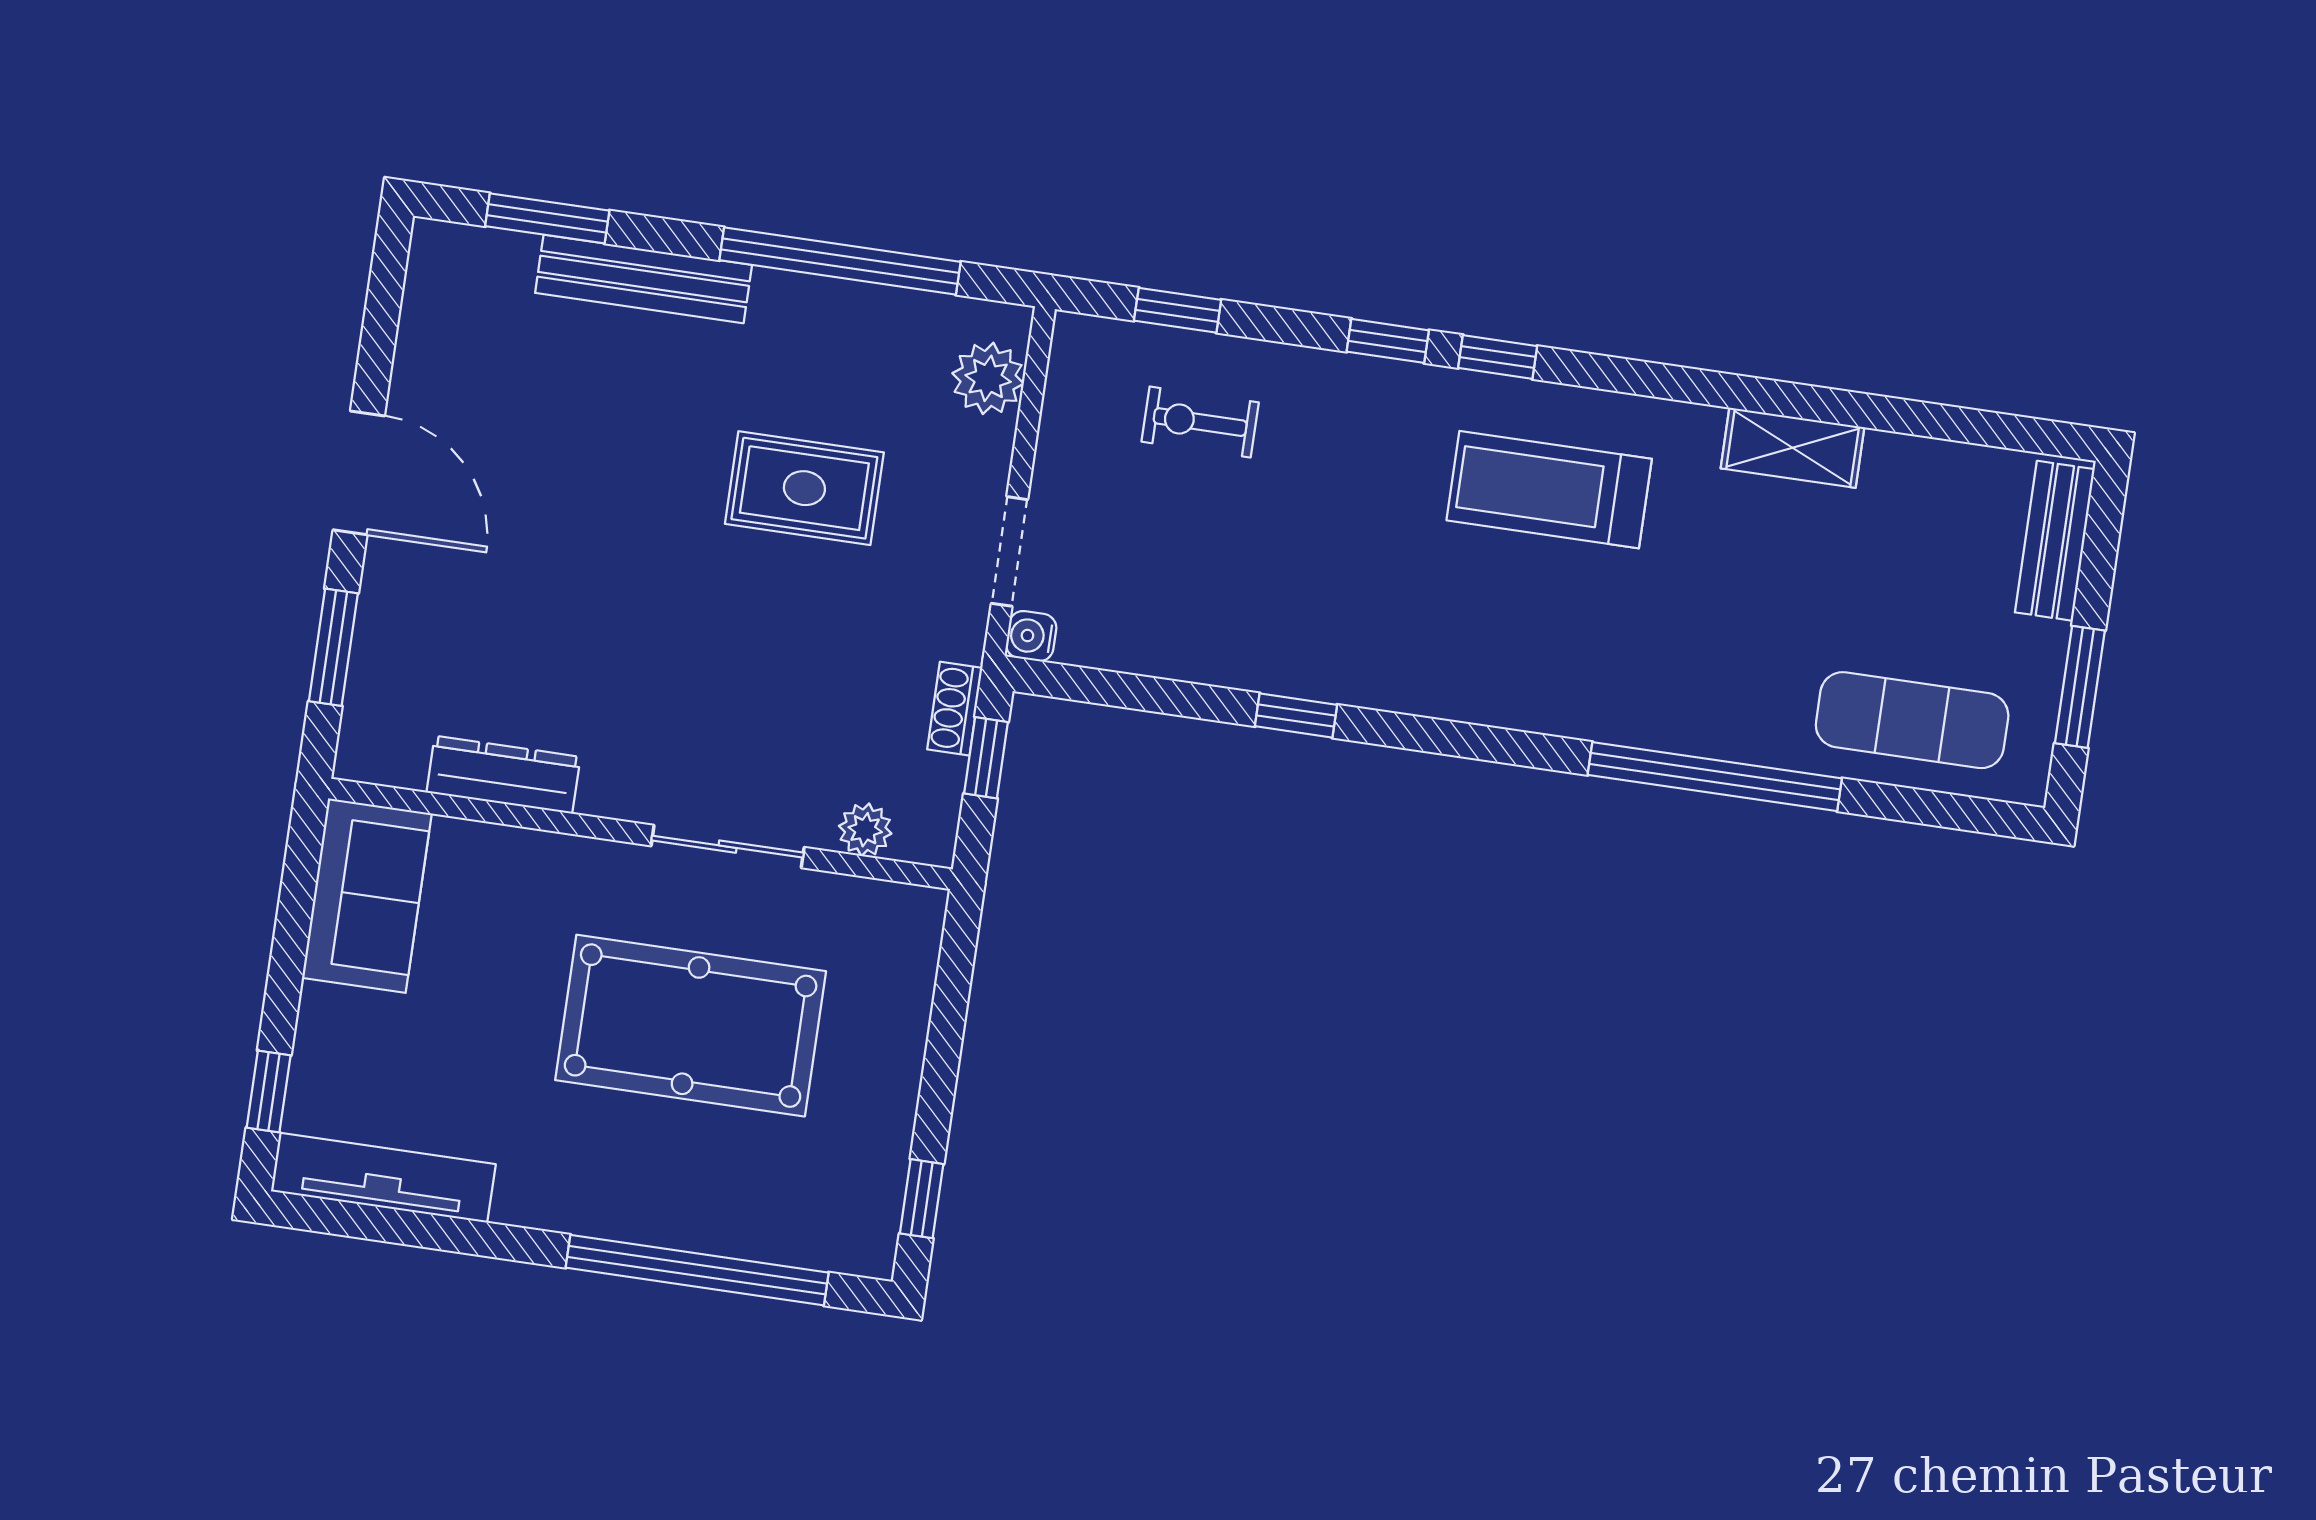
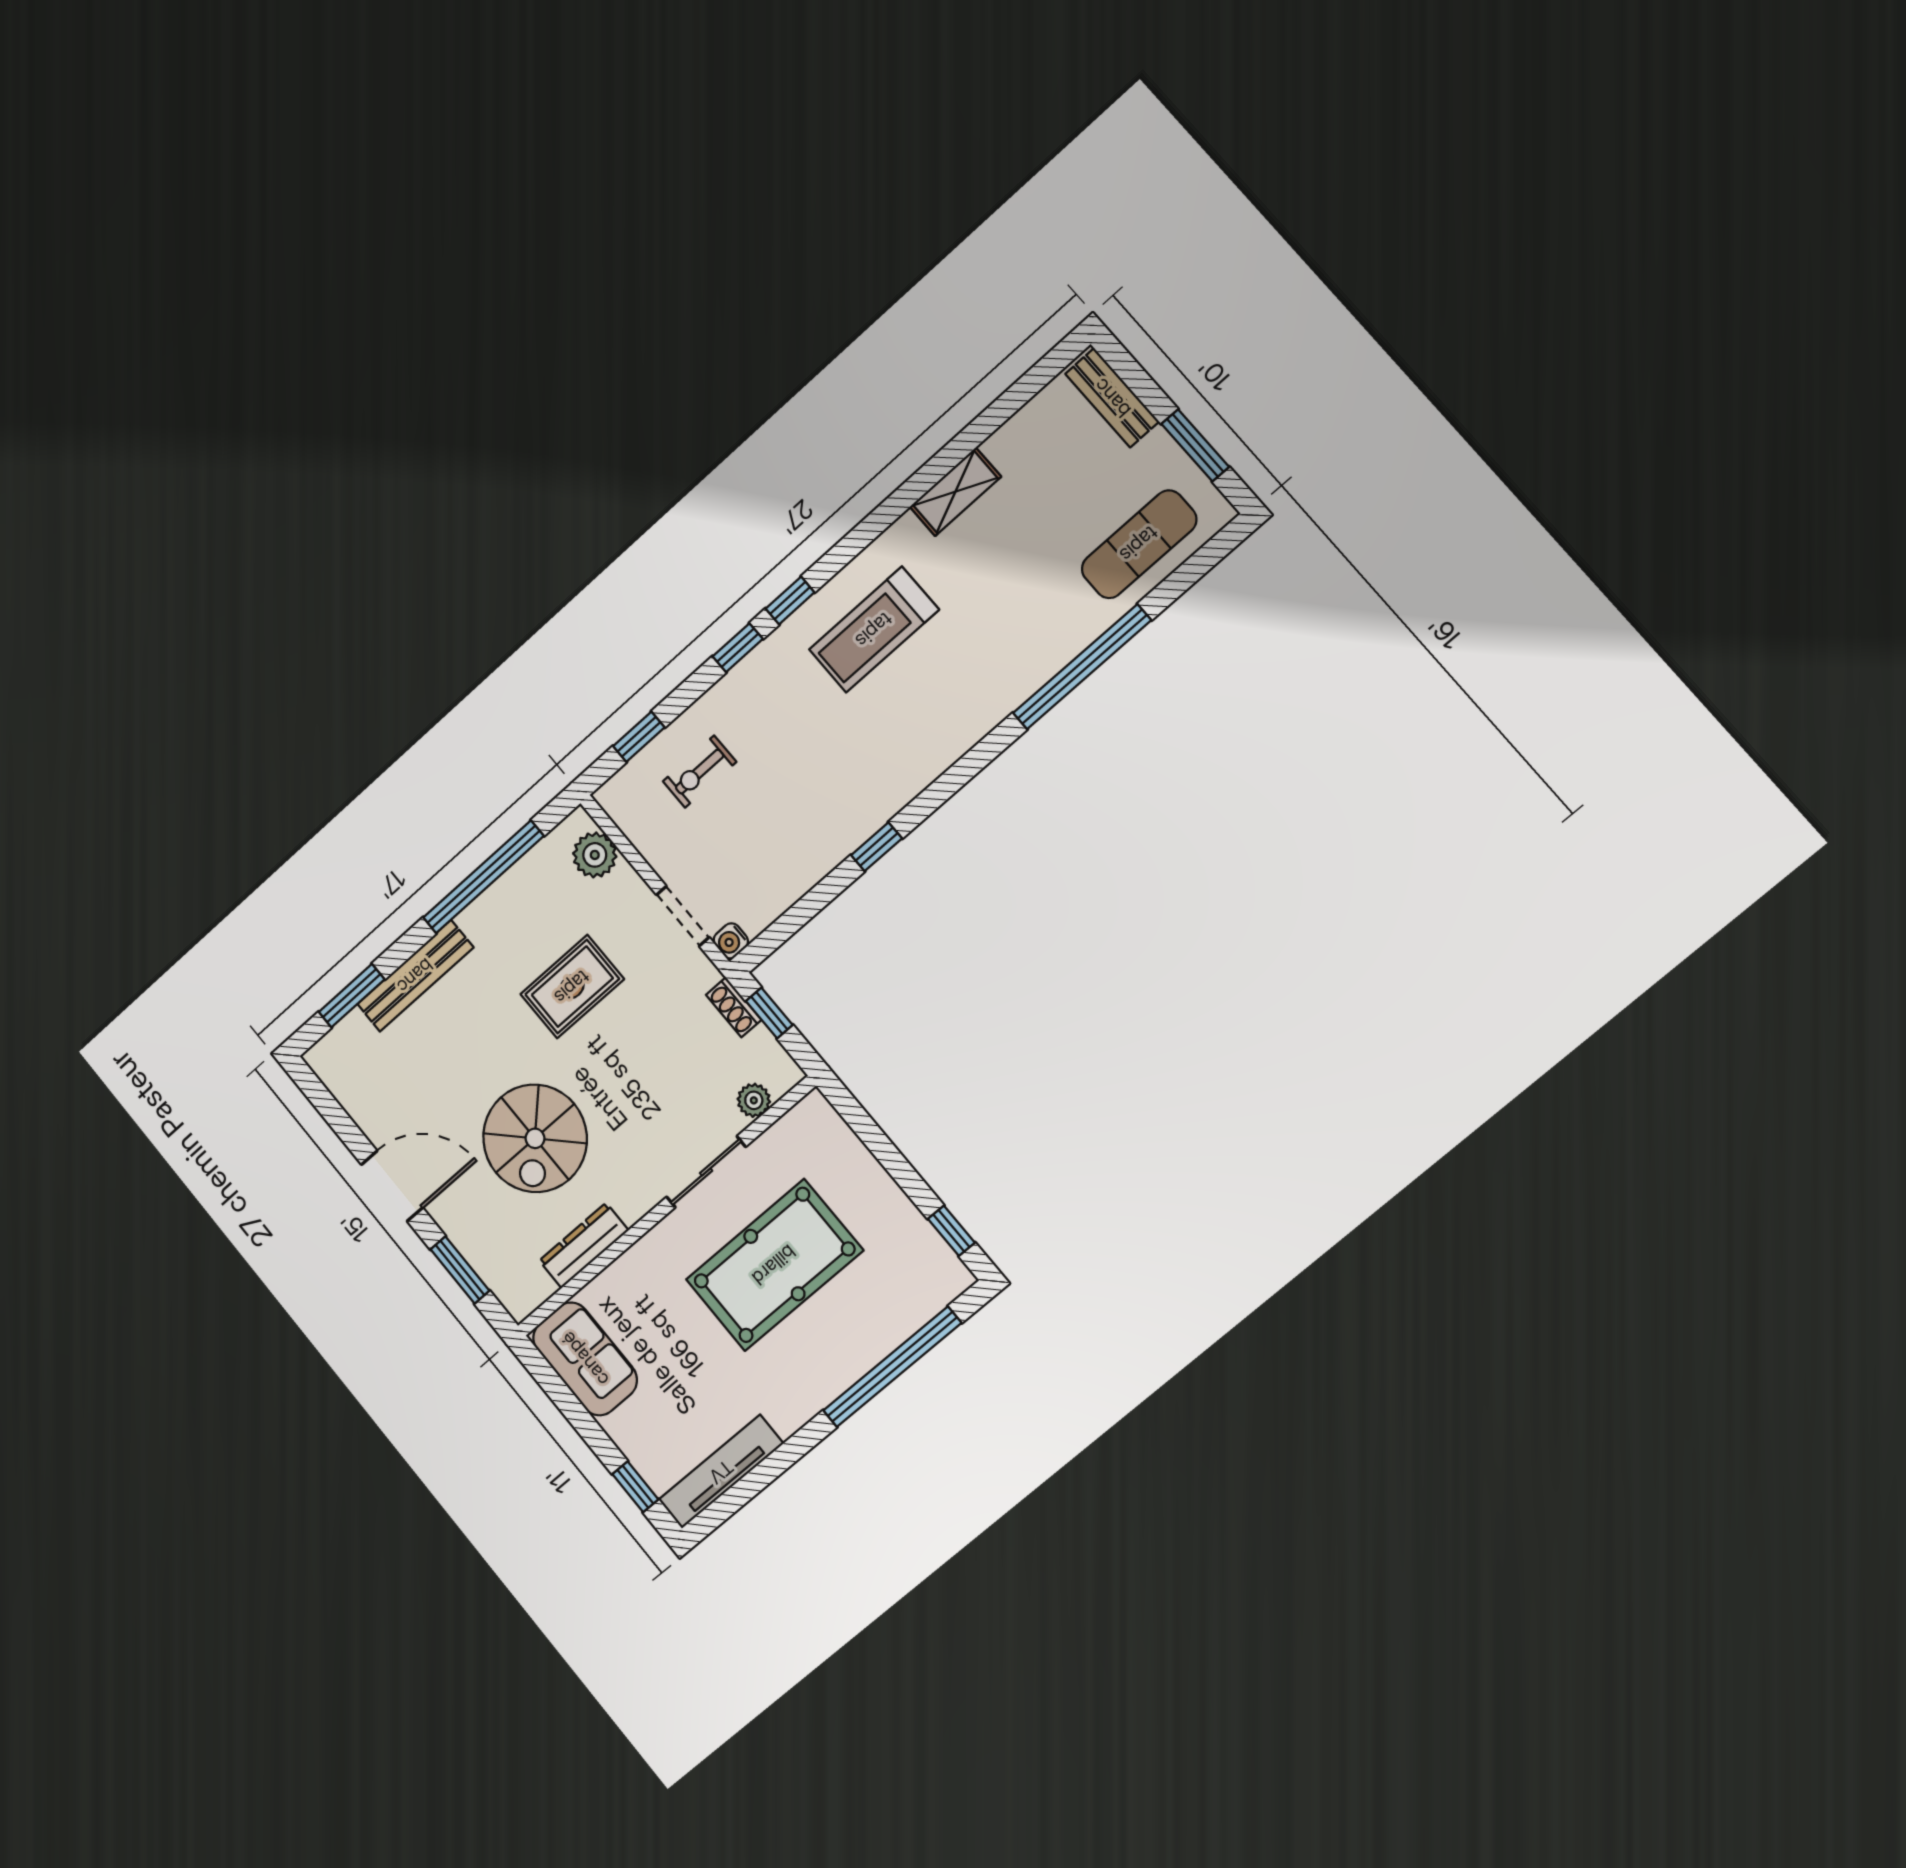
spiral stairs: (579, 601) -> (535, 1138), added

